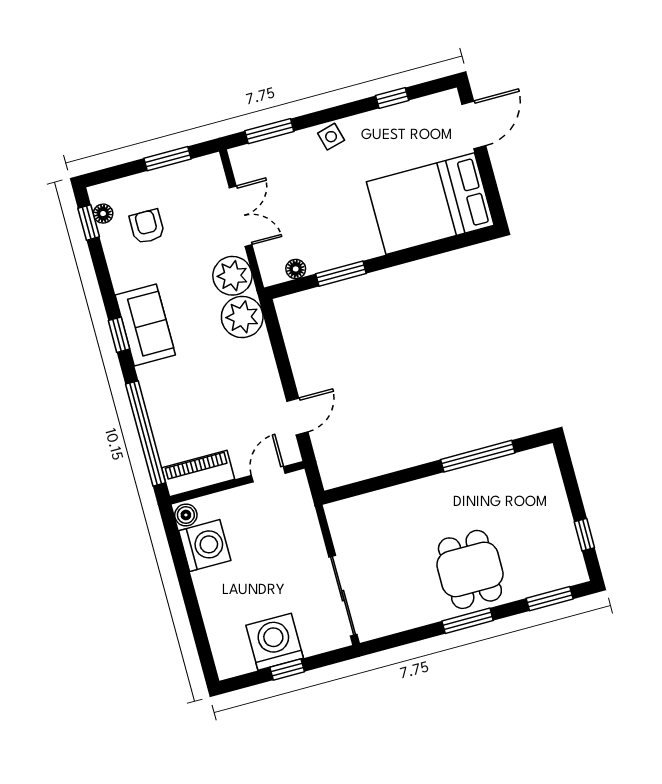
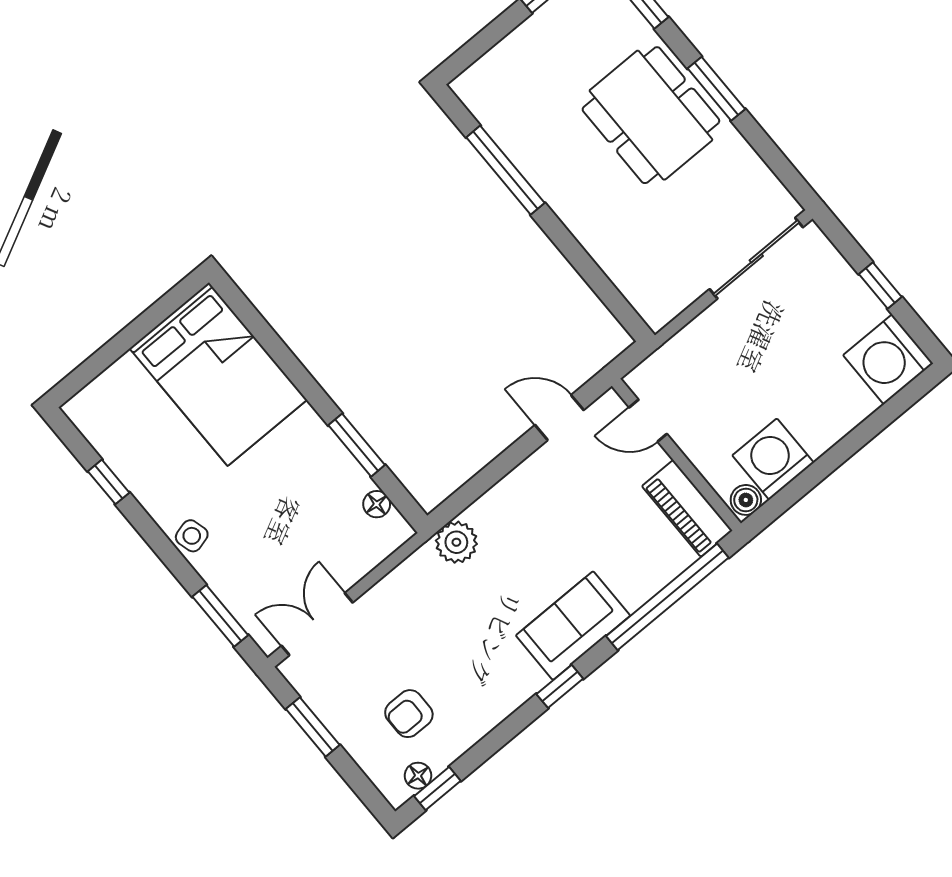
door: (474, 125) -> (95, 365), removed
double door: (241, 216) -> (317, 624), moved
plant: (232, 276) -> (421, 579), removed
plant: (242, 317) -> (456, 542), width x0.73, depth x0.73
sofa: (145, 325) -> (573, 626), moved
dining table: (470, 569) -> (651, 115), width x1.38
washing machine: (275, 642) -> (888, 359), moved

